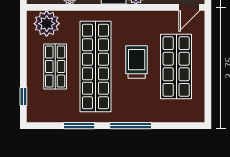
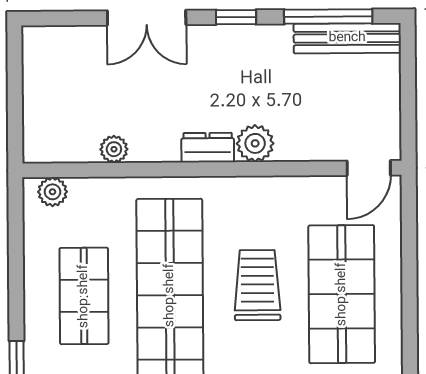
plant: (47, 24) -> (53, 192), width x0.53, depth x0.53

